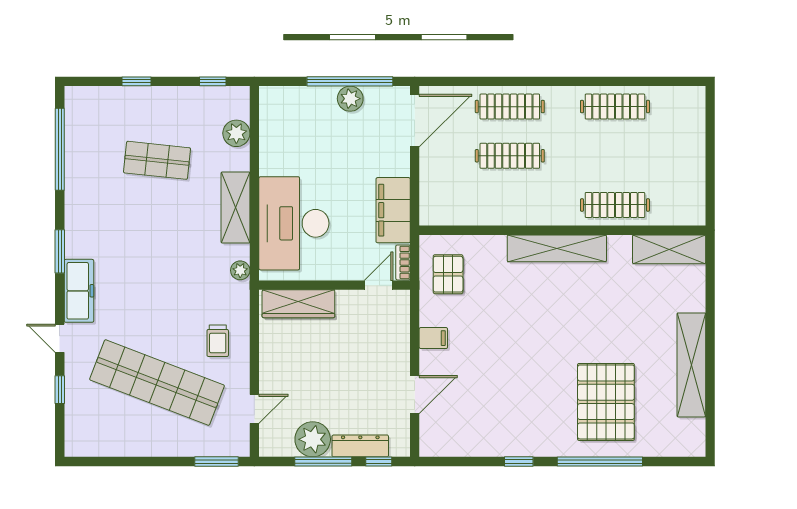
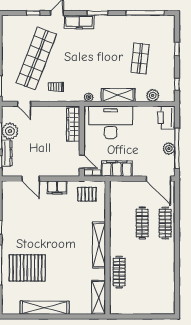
printer: (284, 104) -> (166, 118), added
clothes rail: (615, 107) -> (165, 272), removed
filing cabinet: (433, 338) -> (57, 187), width x2.00

